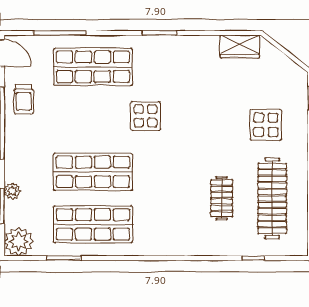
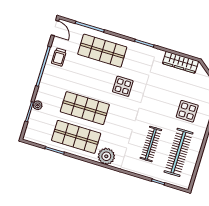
wardrobe: (240, 46) -> (181, 62), width x1.50
clothes rail: (222, 198) -> (151, 144), width x1.36
plant: (19, 241) -> (106, 156), moved

